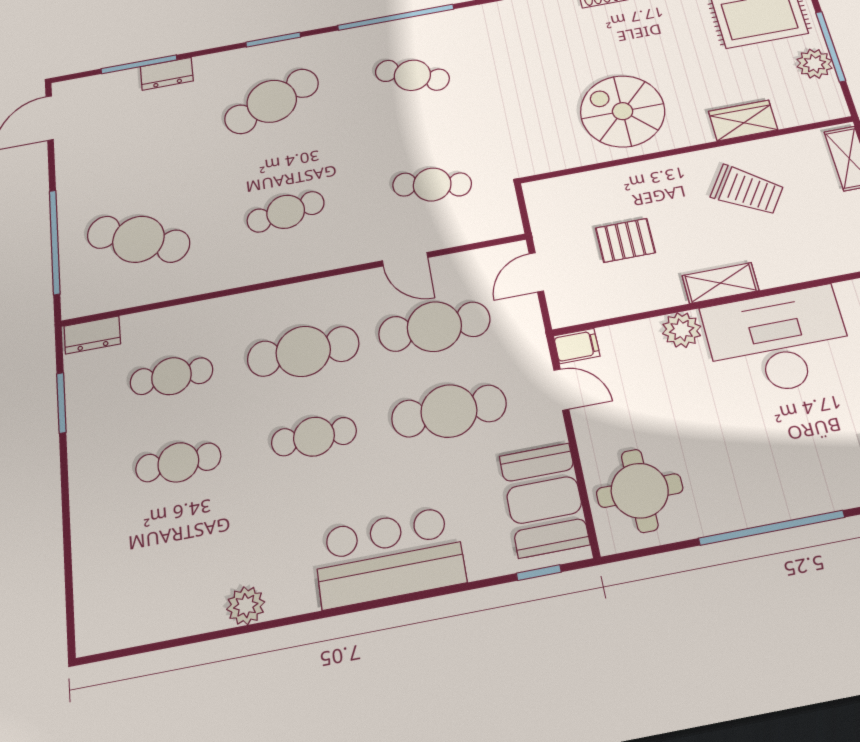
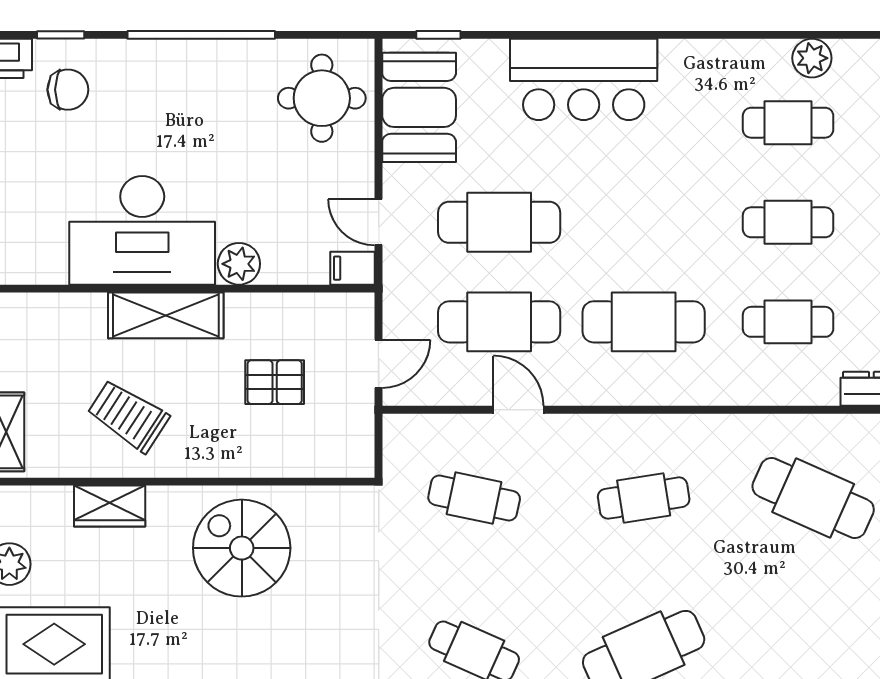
spiral stairs: (623, 111) -> (242, 548), turned 180
shelving: (720, 283) -> (166, 315), width x1.50, depth x1.33
cafe table: (314, 437) -> (788, 123), moved
plant: (246, 606) -> (812, 58), moved

